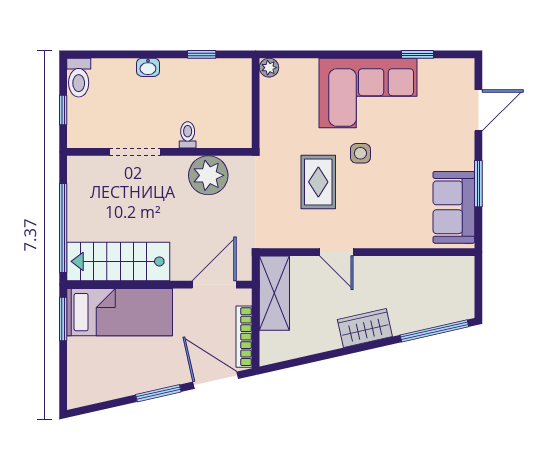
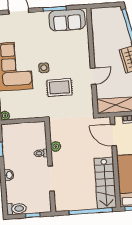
plant: (208, 175) -> (56, 147), width x0.53, depth x0.53

